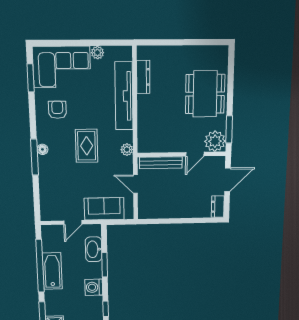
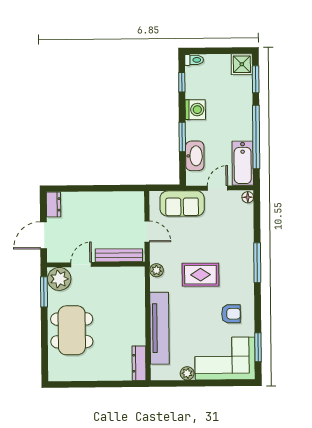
dresser: (143, 77) -> (139, 363), moved
armchair: (57, 110) -> (231, 314), turned -90
rug: (87, 146) -> (200, 275), turned 90
floor lamp: (42, 149) -> (248, 197), moved
bathtub: (52, 271) -> (243, 163), moved

